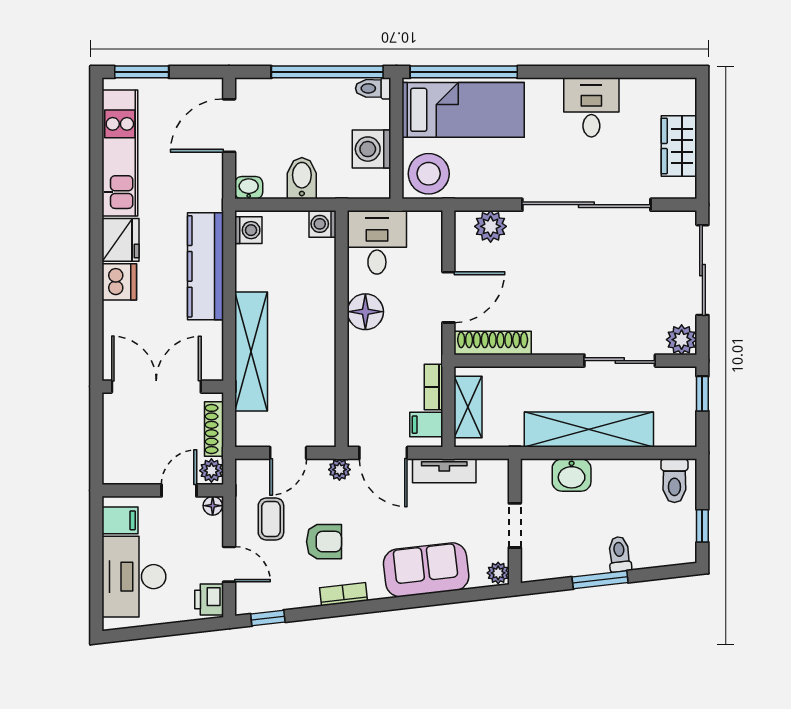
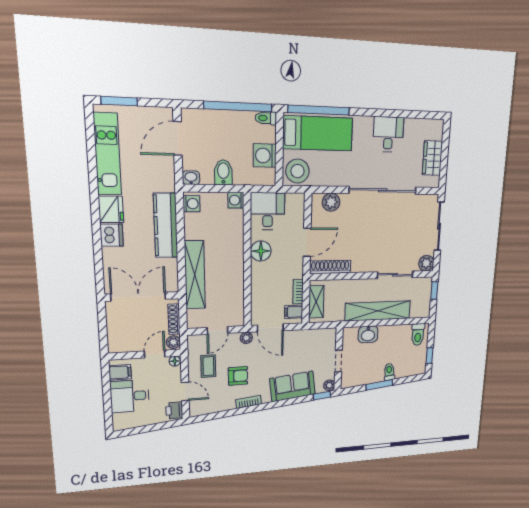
tv unit: (444, 471) -> (303, 336), removed
desk: (134, 577) -> (130, 396), width x0.73
window: (268, 618) -> (322, 396), moved

